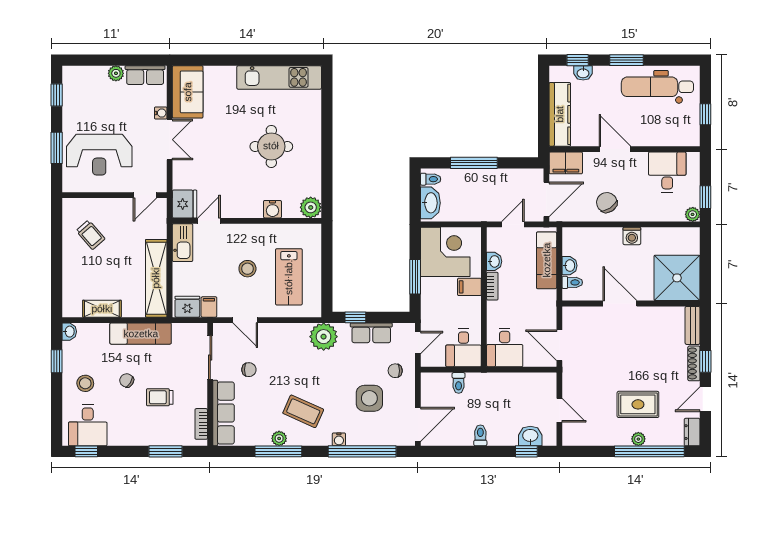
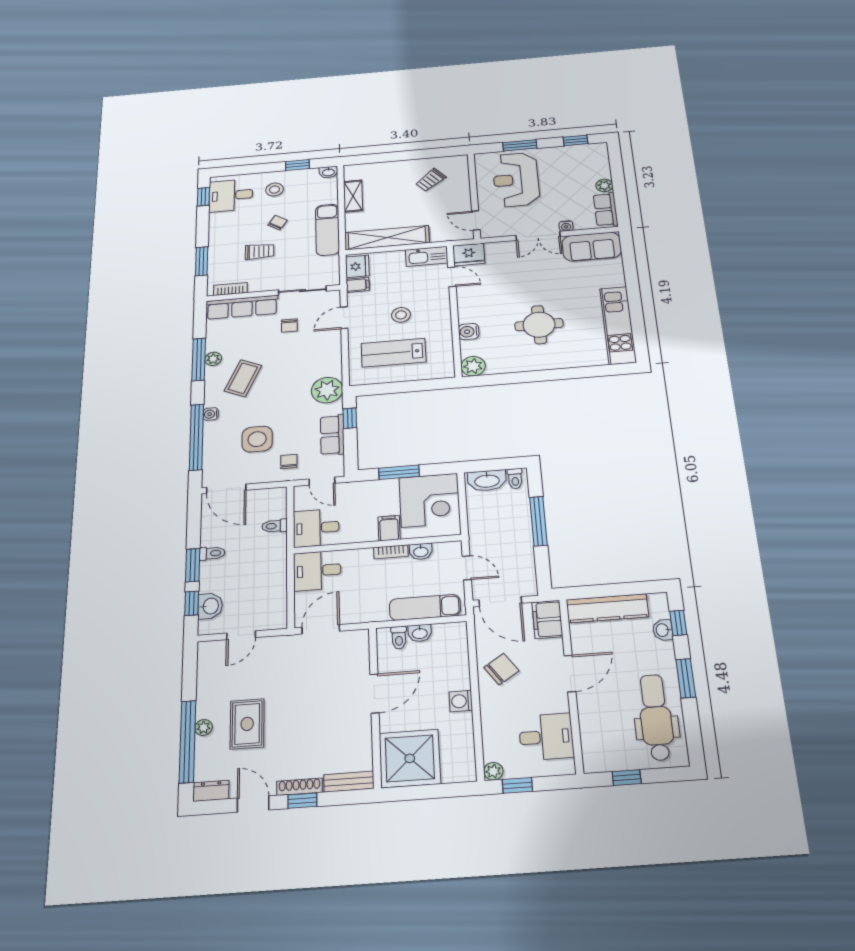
trolley: (160, 397) -> (260, 251), turned 90
window: (490, 451) -> (193, 565), added

